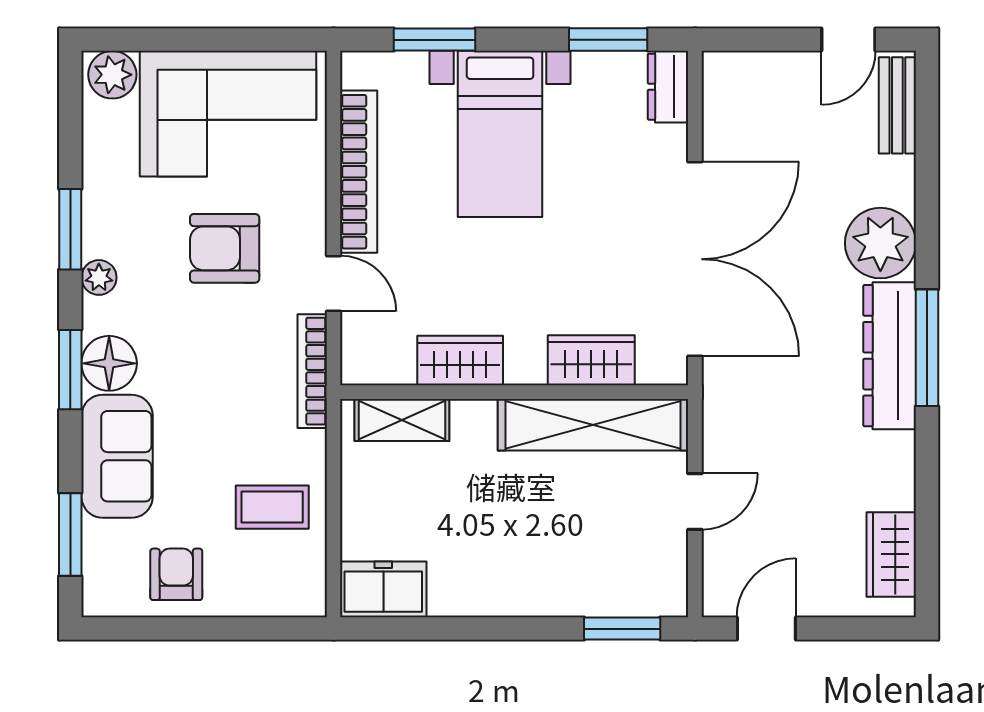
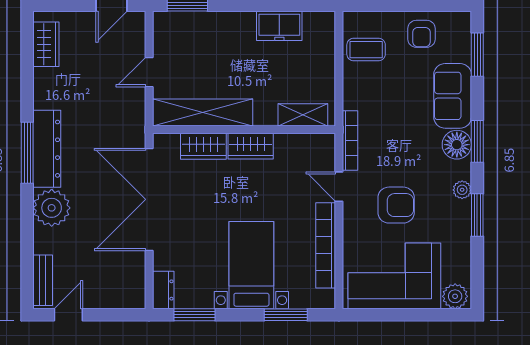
wardrobe: (460, 361) -> (251, 146), moved
coffee table: (272, 507) -> (366, 50), moved
freezer: (383, 589) -> (279, 26), moved

